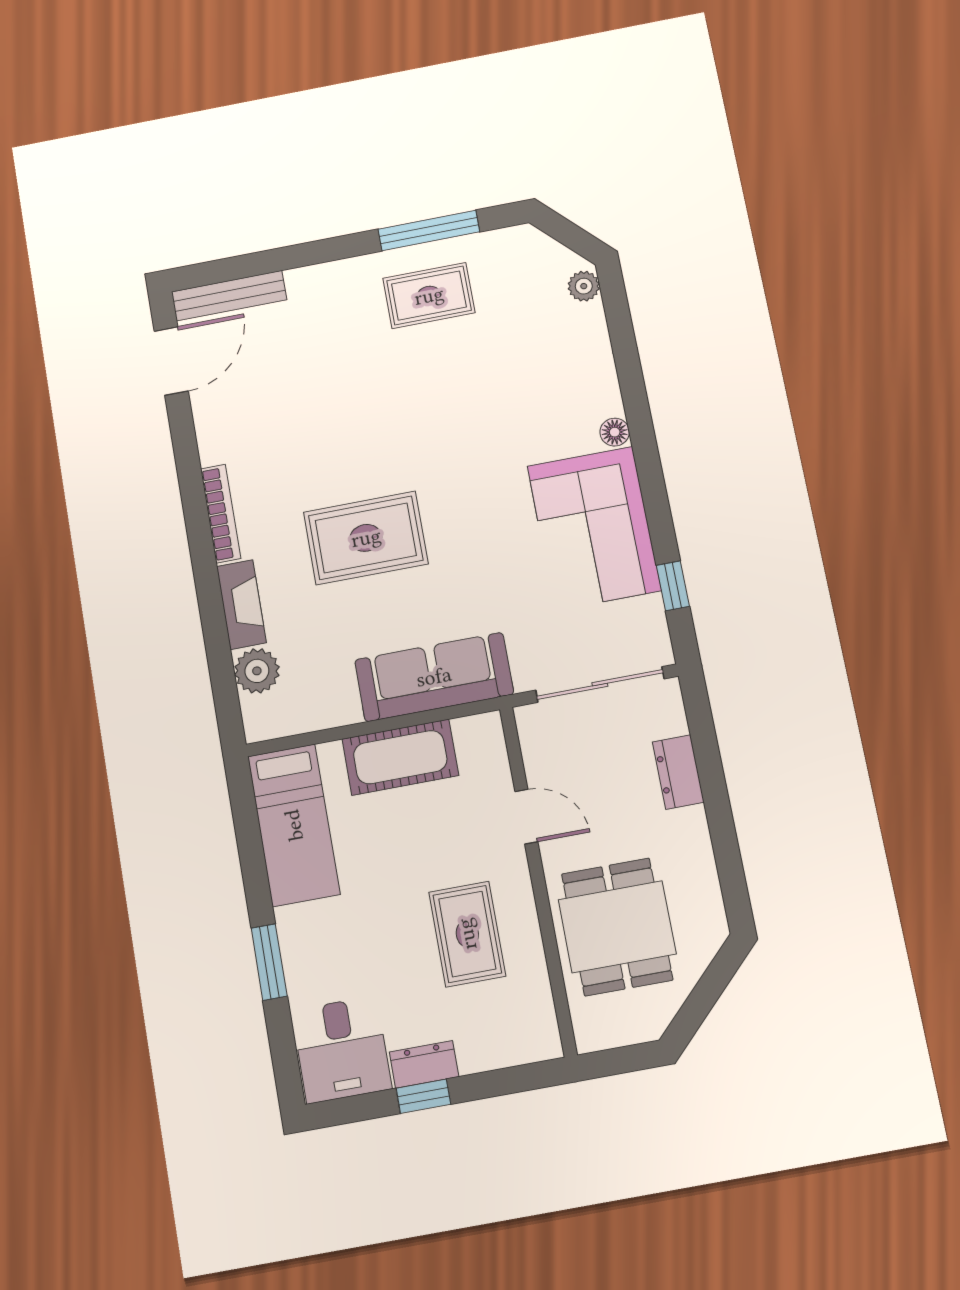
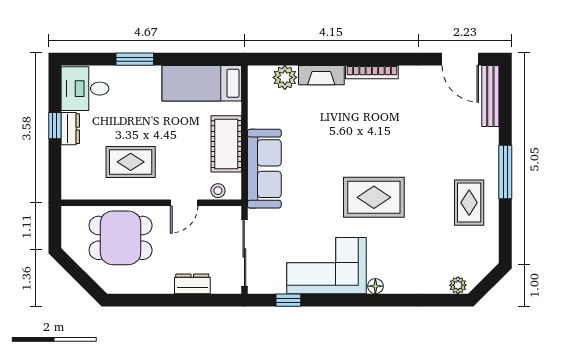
window: (429, 230) -> (505, 172), moved
rug: (366, 538) -> (374, 197), moved, turned 90
stool: (491, 756) -> (218, 191), added

